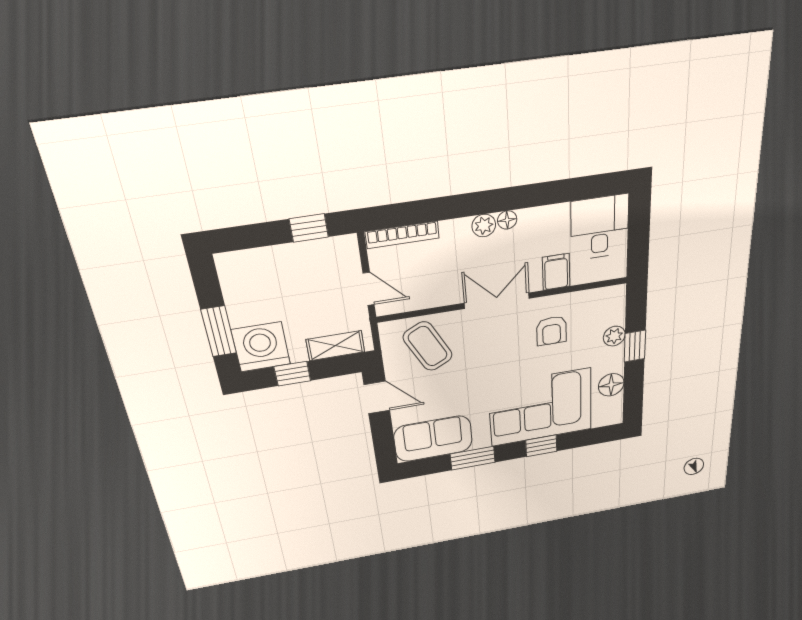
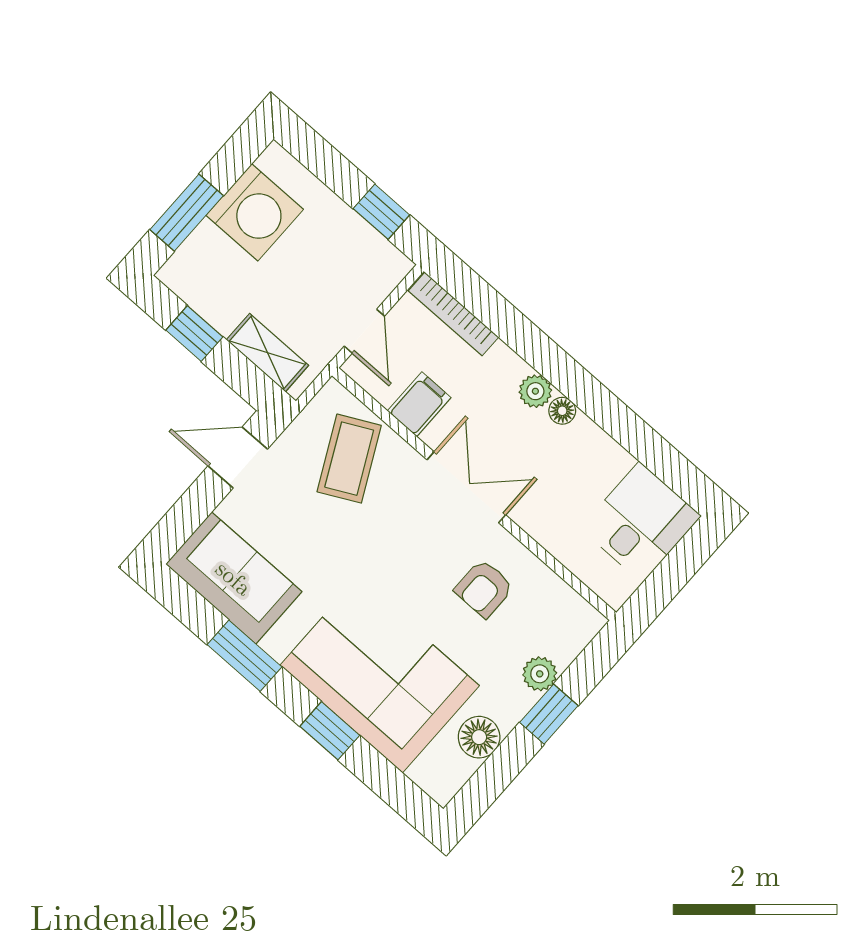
filing cabinet: (556, 272) -> (419, 404), moved
washing machine: (261, 347) -> (255, 212), moved, turned 90
door: (377, 397) -> (238, 457), swing flipped

